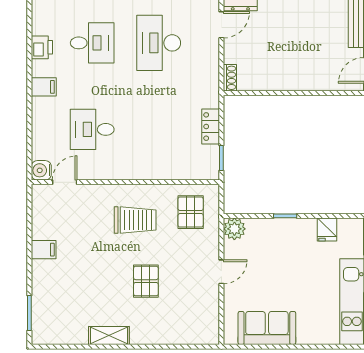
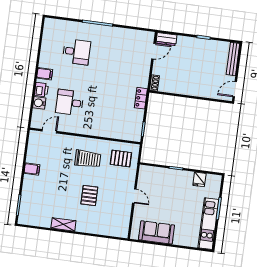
desk: (159, 43) -> (115, 57), removed
printer: (42, 47) -> (41, 90), moved
locker: (211, 127) -> (141, 98), moved
water cooler: (41, 170) -> (39, 103), moved
pallet: (191, 212) -> (121, 159), turned 90
plant: (234, 229) -> (145, 172), removed
door: (221, 272) -> (134, 196), hinge flipped

